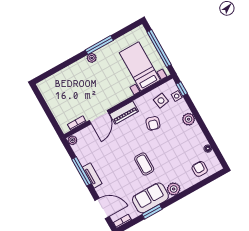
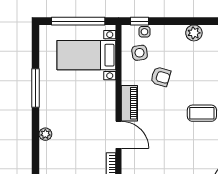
plant: (92, 58) -> (45, 134), moved
plant: (189, 119) -> (194, 33), moved

